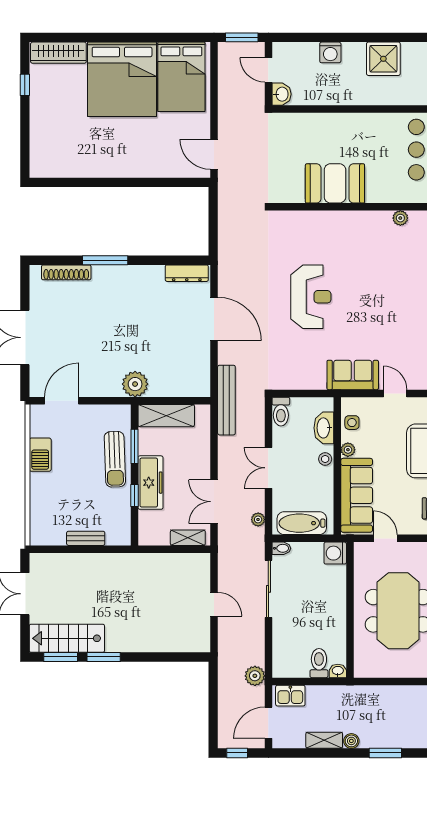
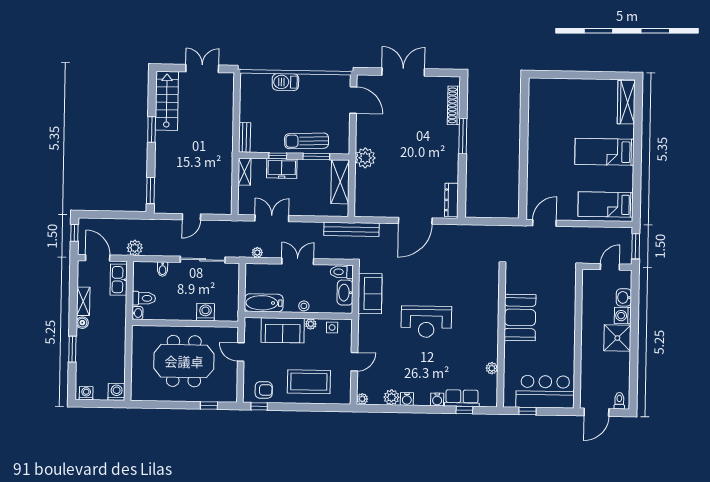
shower: (383, 59) -> (617, 338), moved
bed: (181, 77) -> (606, 205), width x0.67
bed: (122, 79) -> (604, 152), width x0.49
window: (25, 85) -> (601, 75), removed
washbasin: (282, 94) -> (624, 297), moved, turned 90
reception desk: (311, 297) -> (426, 322), moved
sofa: (353, 375) -> (370, 294), moved
washbasin: (324, 428) -> (345, 293), moved, turned -90
barbecue: (40, 455) -> (285, 82), moved
freezer: (150, 483) -> (282, 168), width x0.71
sofa: (357, 495) -> (283, 330), width x0.73
bathtub: (302, 523) -> (264, 303), moved, turned -90
bench: (86, 538) -> (245, 137), moved
shelving: (188, 538) -> (244, 172), moved
door: (385, 538) -> (241, 352), swing flipped
bidet: (281, 548) -> (163, 269), moved
washing machine: (335, 553) -> (205, 312), moved
window: (61, 657) -> (150, 191), moved
kitchen sink: (290, 696) -> (119, 280), width x1.38

